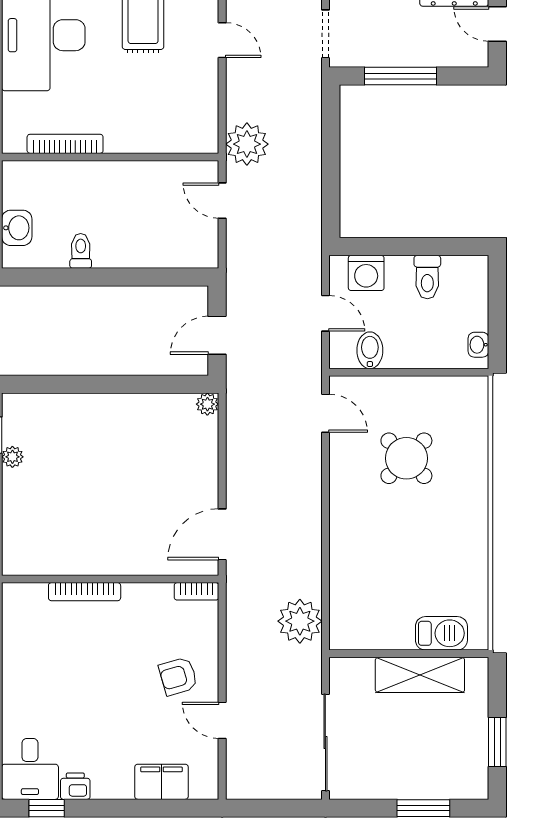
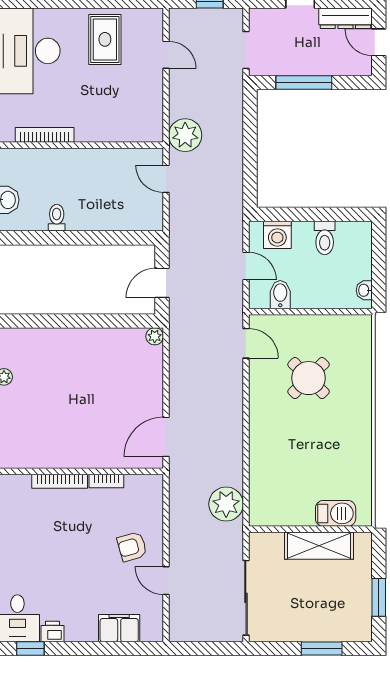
bookcase: (197, 591) -> (106, 481), moved

